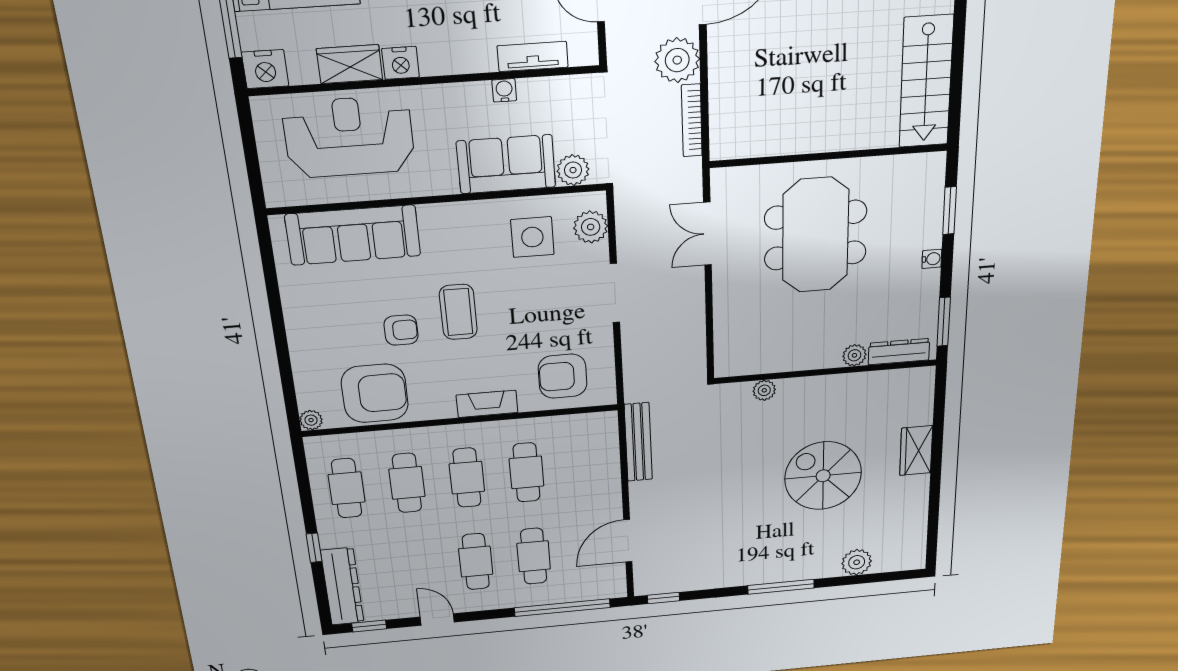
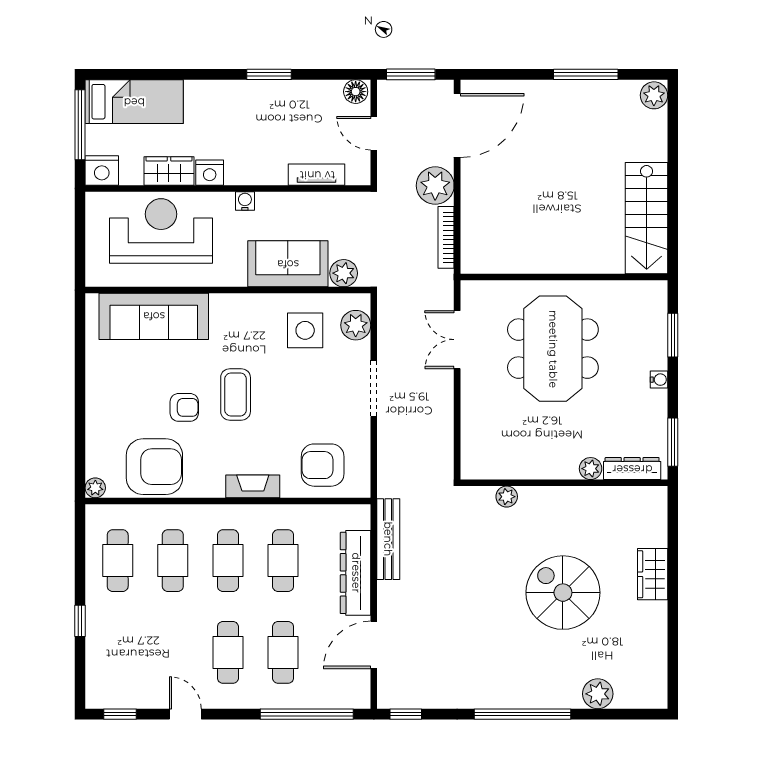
water cooler: (504, 90) -> (245, 201), moved
dresser: (342, 586) -> (356, 573), moved, turned 180
window: (781, 587) -> (522, 714), width x1.46

